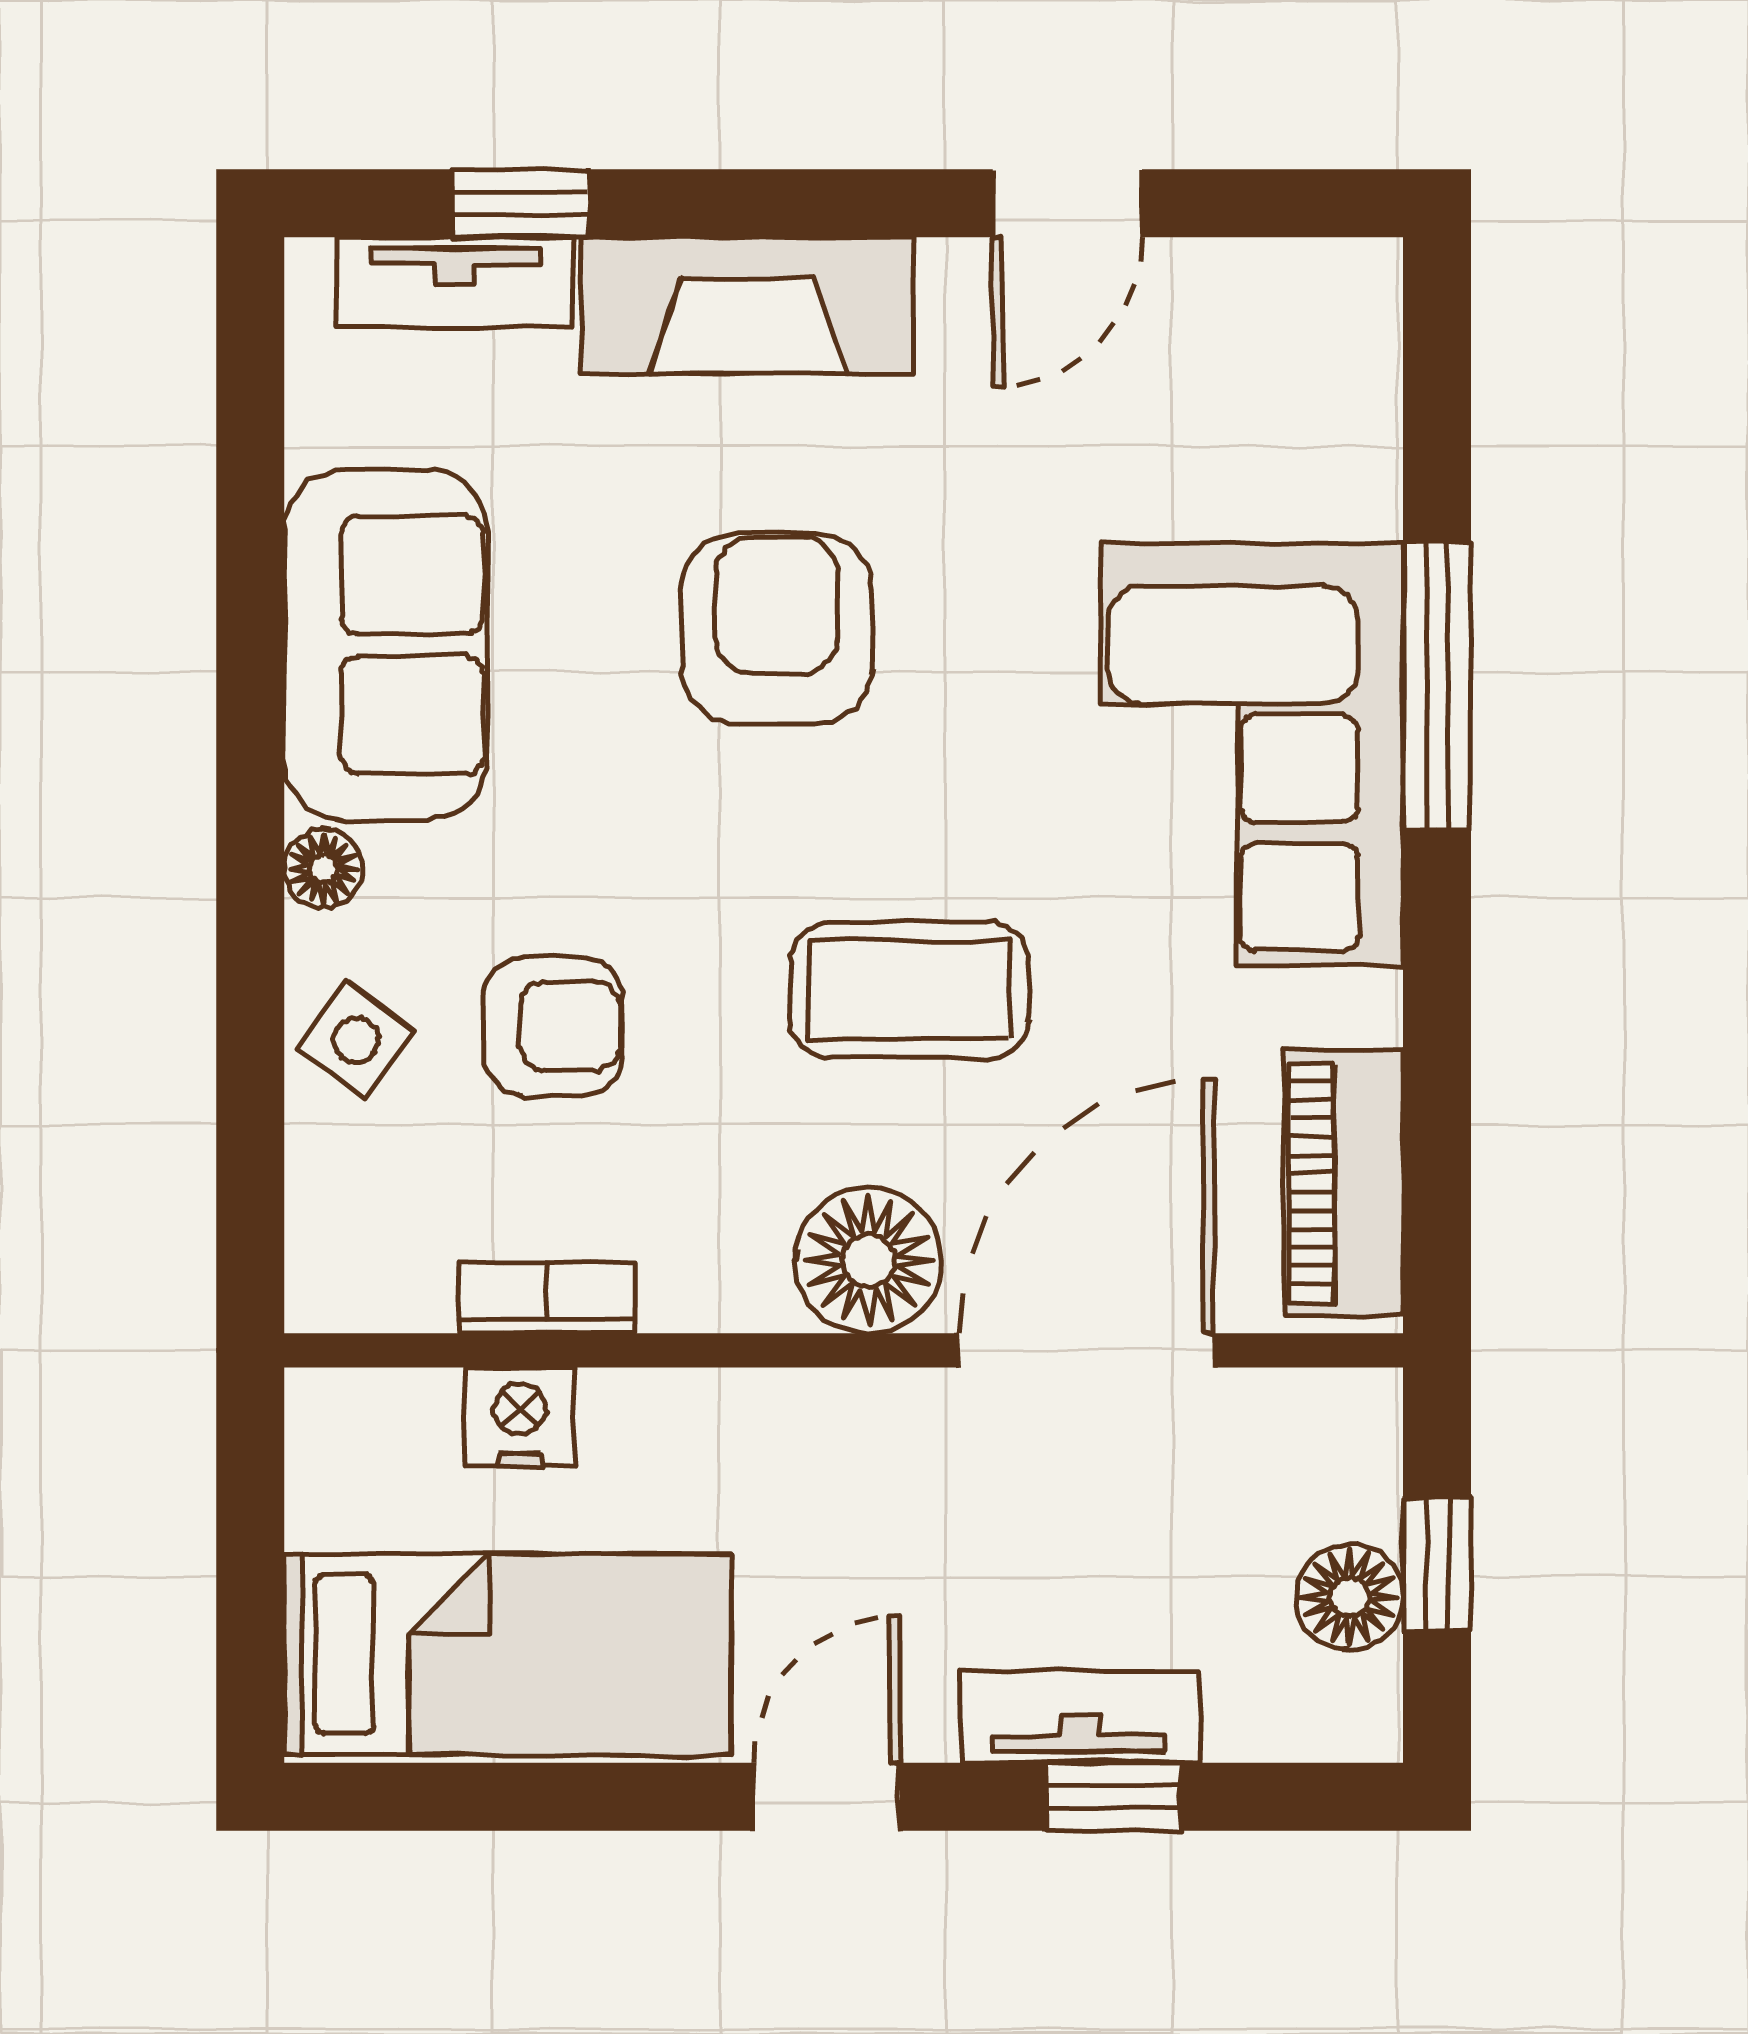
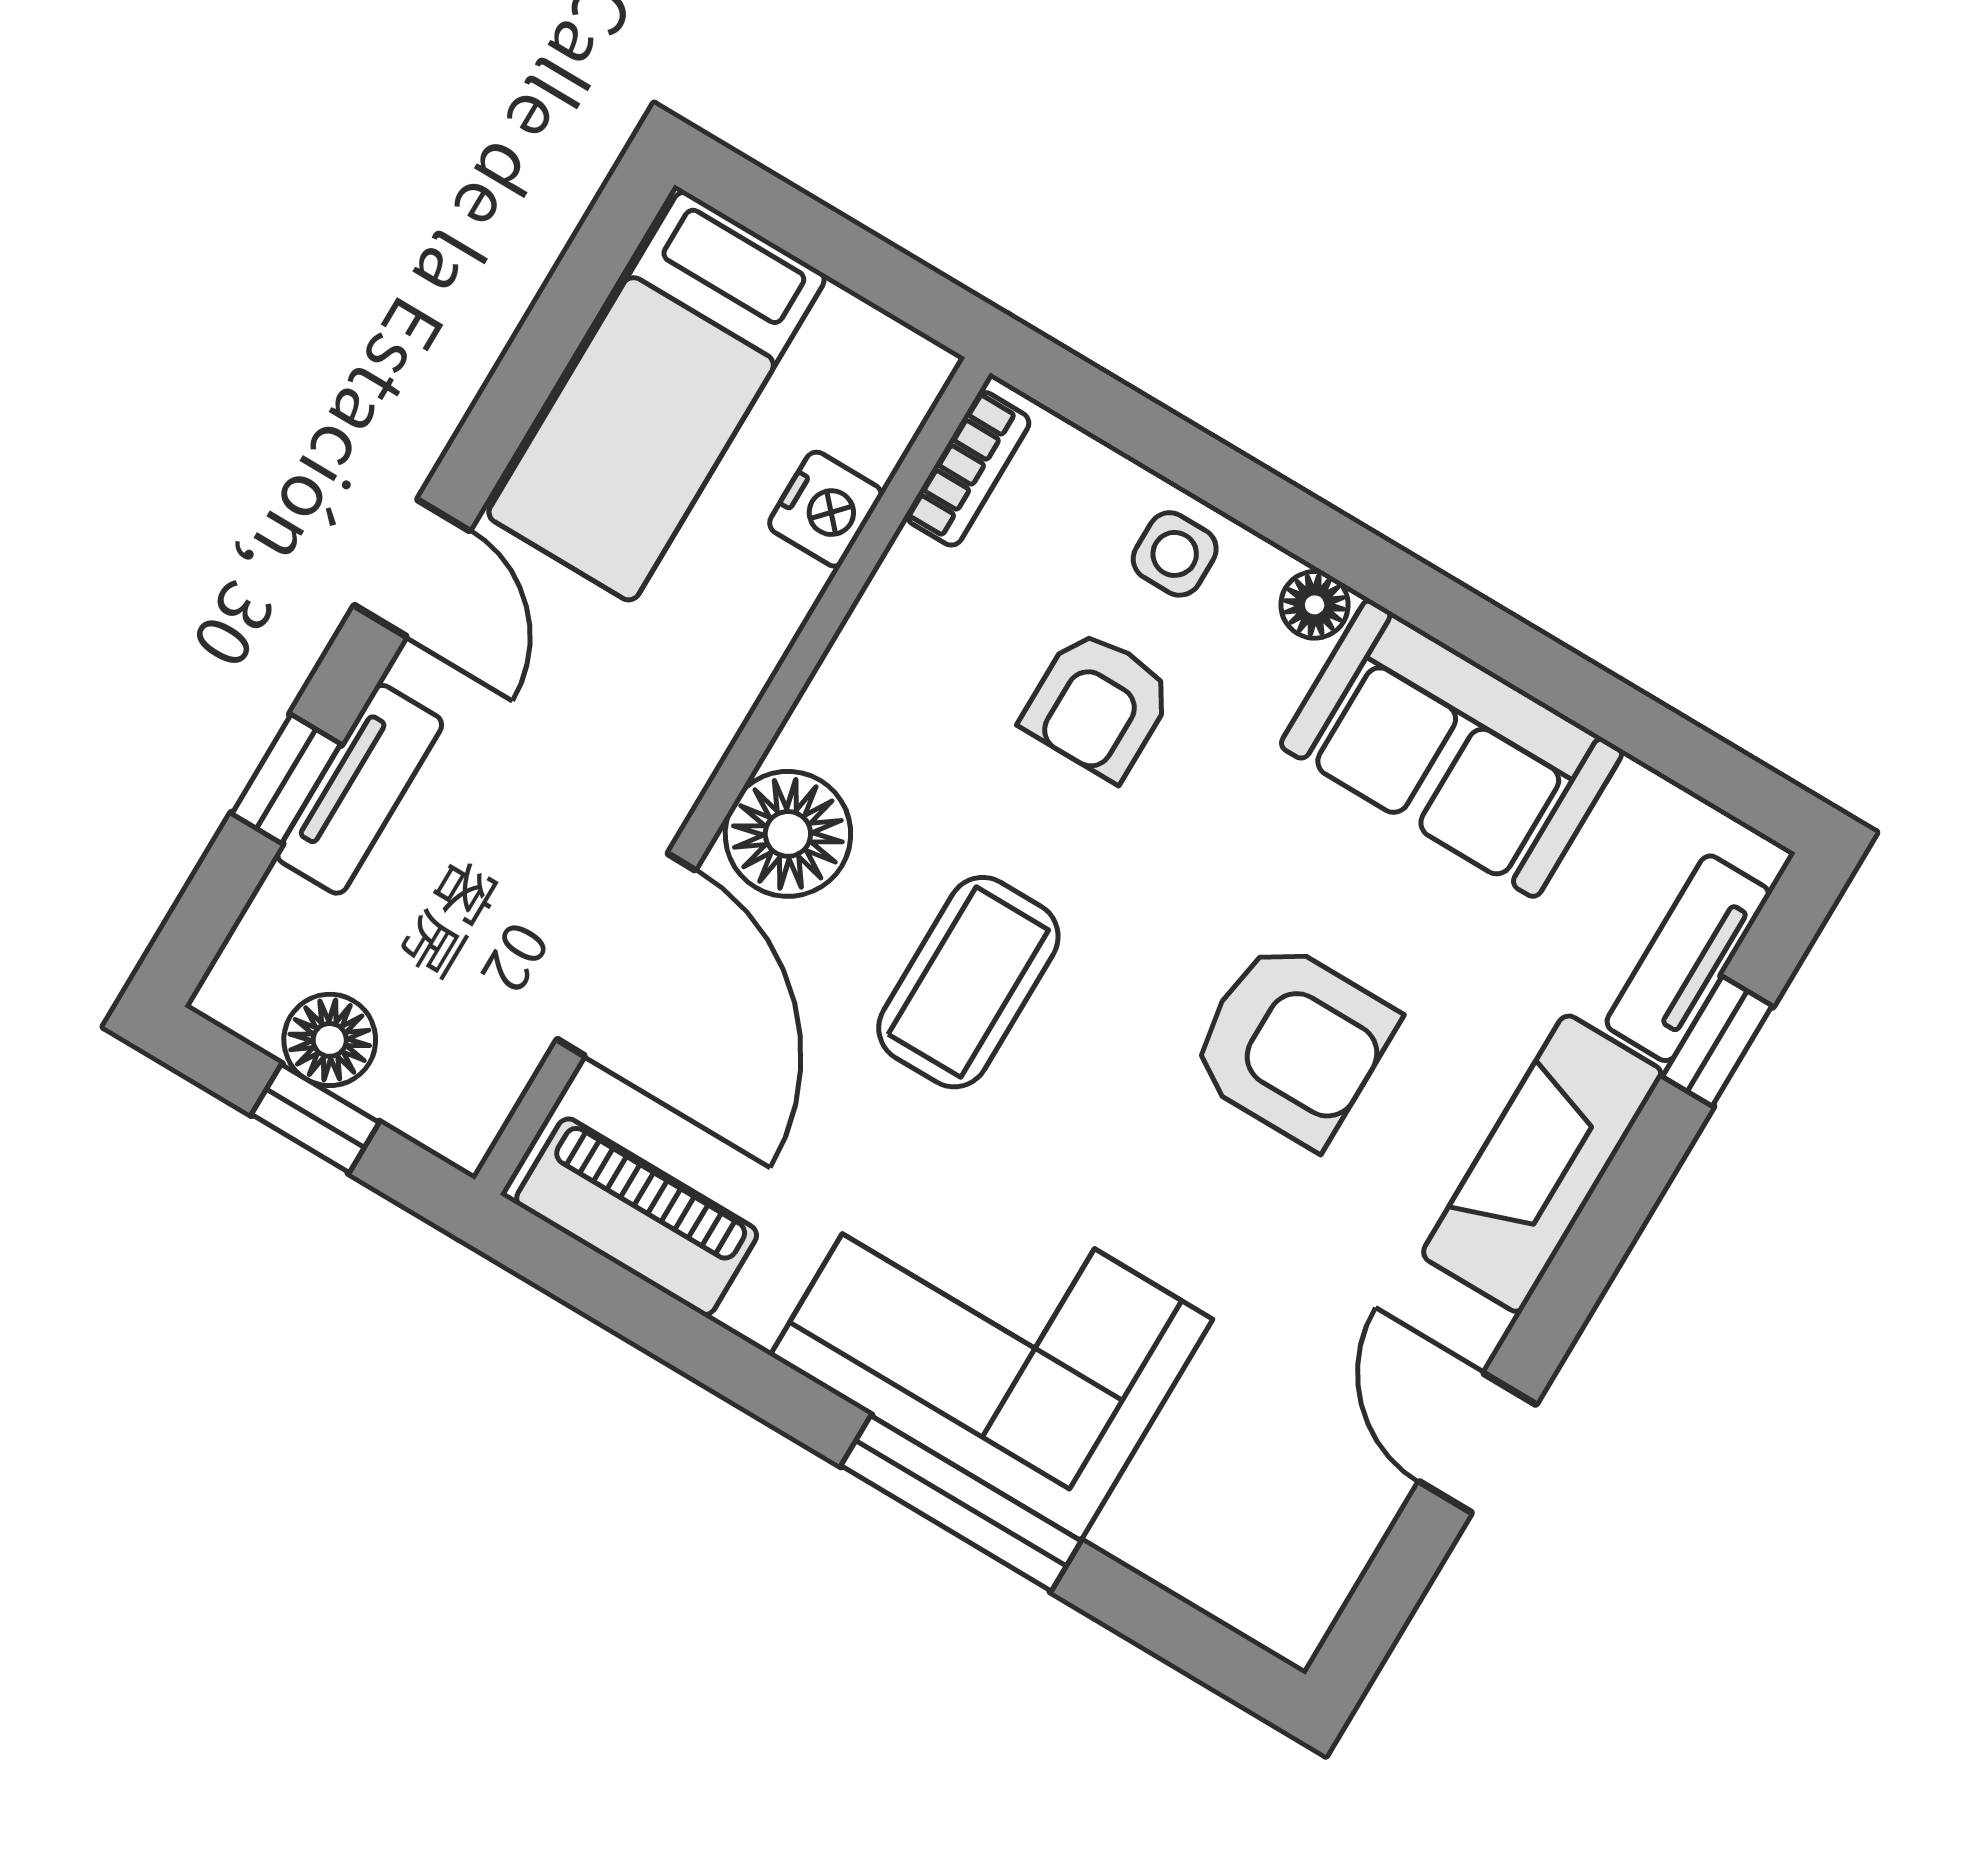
side table: (356, 1039) -> (1175, 554), turned -37
bookcase: (547, 1298) -> (968, 469), moved

